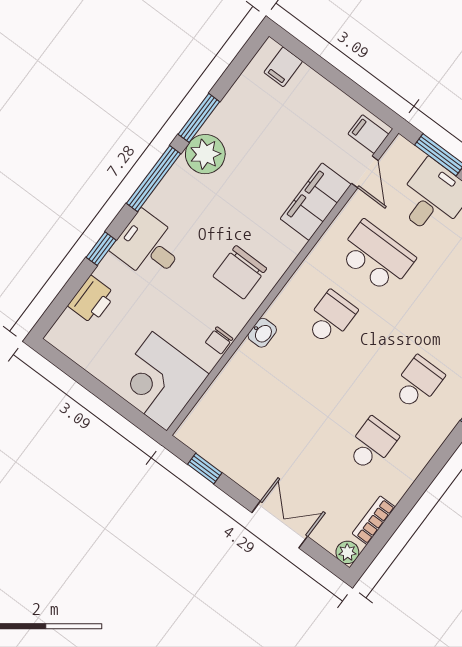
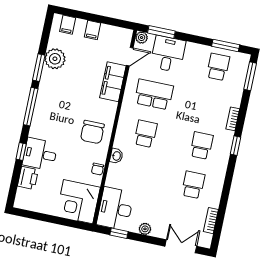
filing cabinet: (368, 134) -> (92, 30), moved, turned -90
plant: (401, 148) -> (142, 38), added
plant: (205, 154) -> (55, 59), moved
door: (365, 172) -> (130, 57), hinge flipped
desk: (148, 246) -> (40, 154), moved
desk: (218, 423) -> (115, 209), added
double door: (280, 525) -> (181, 246), moved
plant: (347, 552) -> (145, 229), moved

